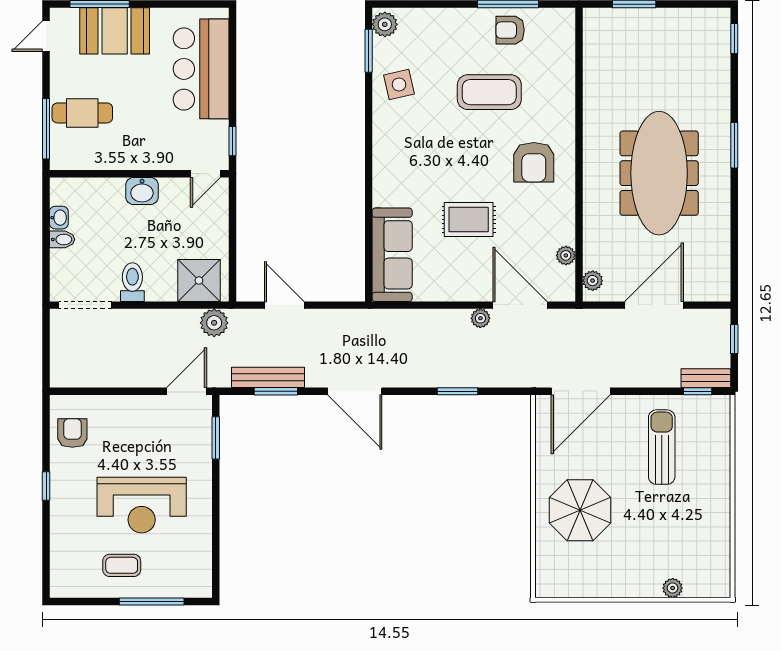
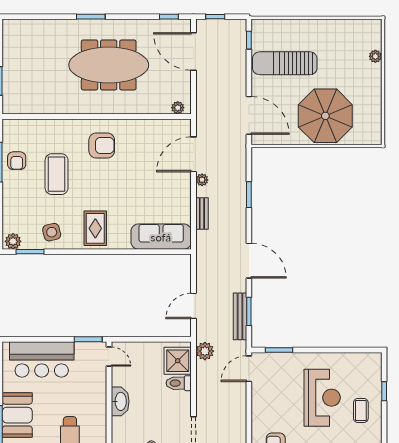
window: (734, 38) -> (169, 17), moved
window: (232, 141) -> (88, 339), width x1.50
washbasin: (142, 191) -> (120, 401), width x1.38
rug: (469, 220) -> (95, 228), moved
plant: (566, 255) -> (162, 125), removed
toilet: (132, 282) -> (179, 383), moved
door: (654, 305) -> (194, 51), moved
bench: (706, 378) -> (202, 213), moved
door: (187, 391) -> (249, 369), hinge flipped
door: (355, 391) -> (249, 261), hinge flipped
sun lounger: (662, 447) -> (285, 63), width x1.36, depth x1.34
parasol: (580, 510) -> (325, 116), width x1.36, depth x1.36
window: (152, 602) -> (384, 391), width x0.46

